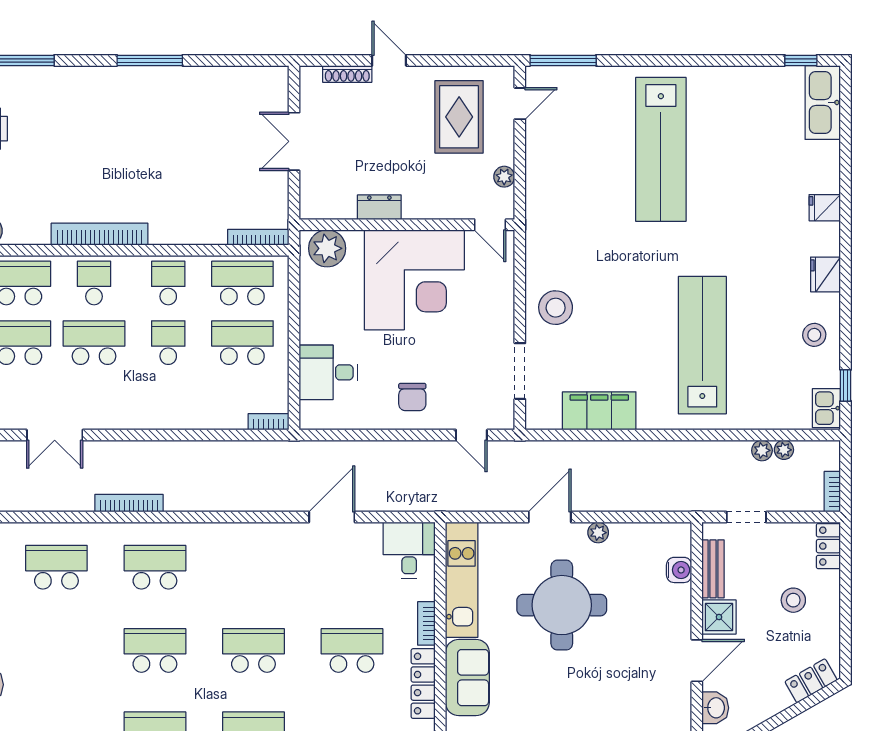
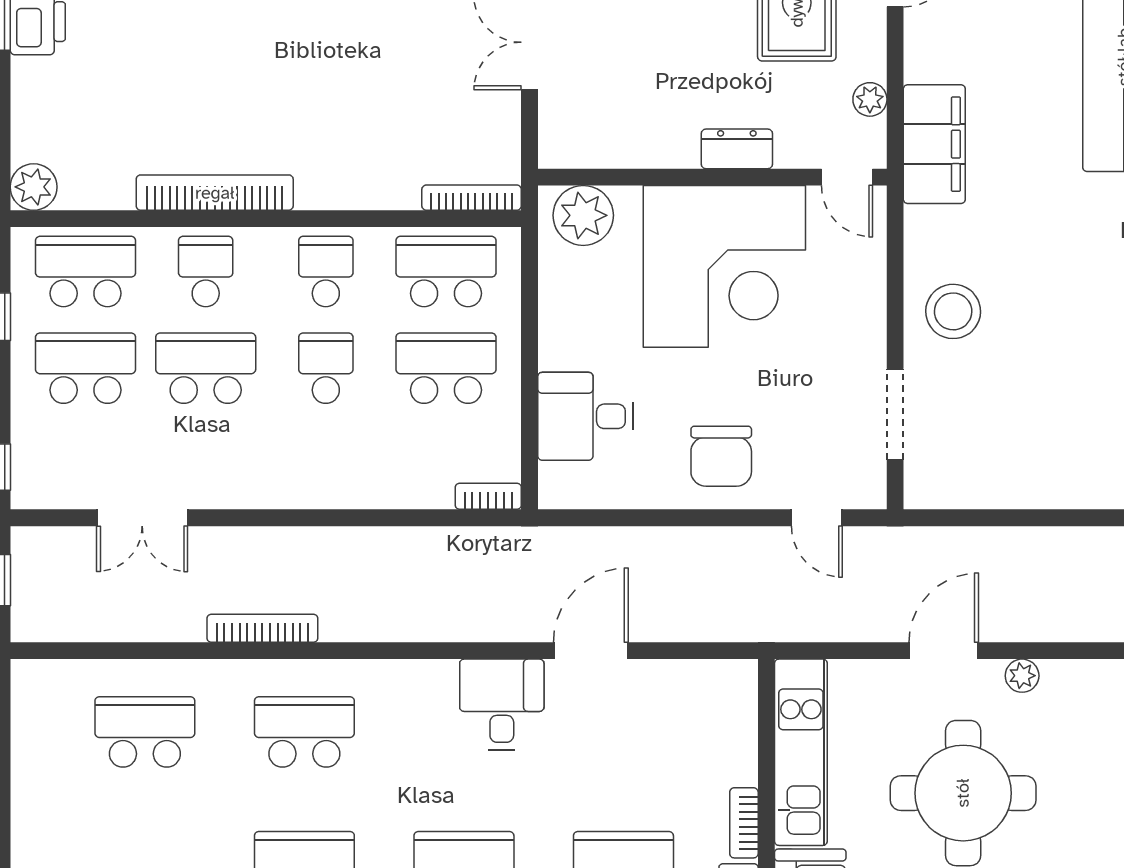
dresser: (379, 207) -> (737, 149), moved
chair: (412, 397) -> (721, 456), width x1.37, depth x1.37
filing cabinet: (599, 411) -> (934, 144), moved, turned 90
desk: (409, 550) -> (502, 704), moved

